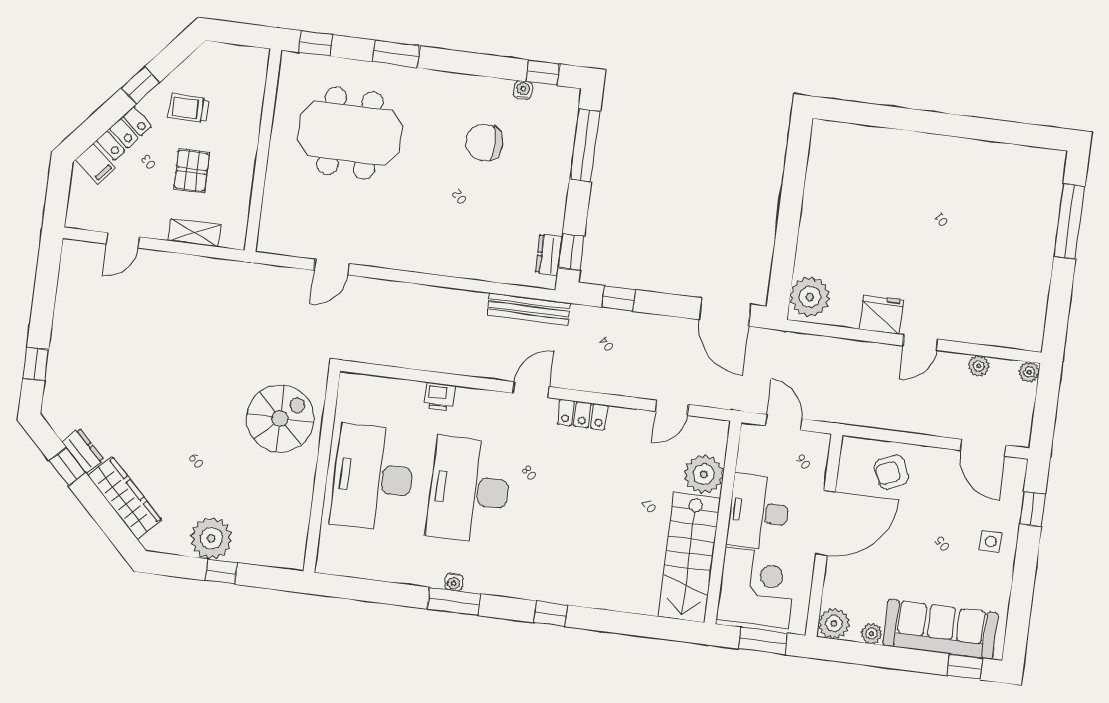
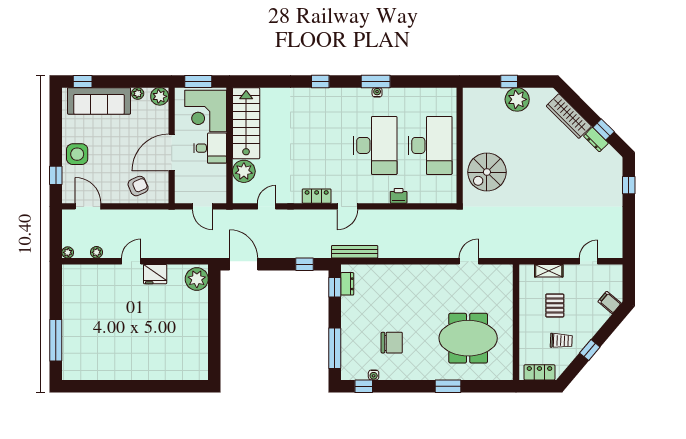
window: (315, 44) -> (494, 386), removed
locker: (124, 133) -> (539, 372), moved, turned 50
desk: (759, 512) -> (210, 148), width x0.73
side table: (991, 541) -> (77, 154), width x1.87, depth x1.87

